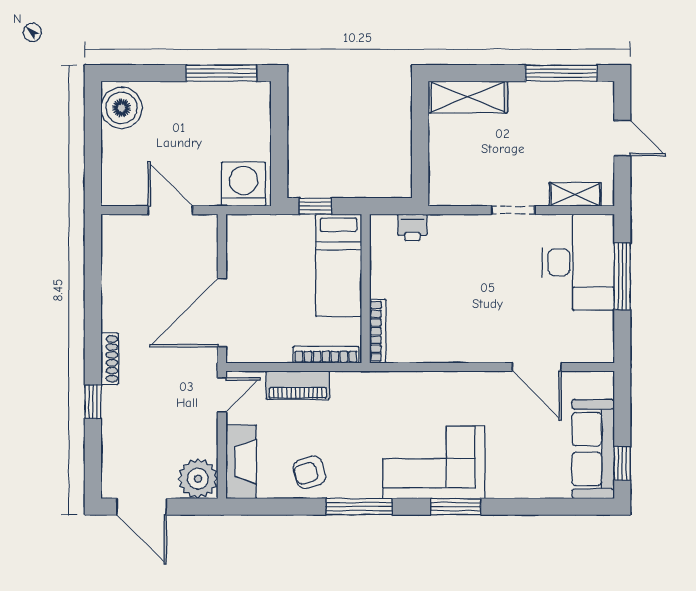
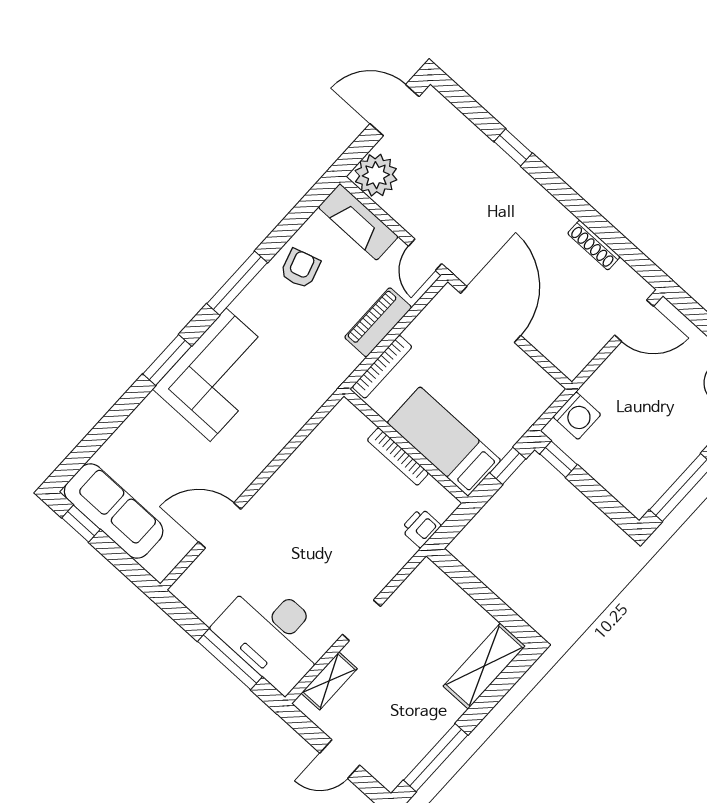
window: (279, 175) -> (558, 459), added
washing machine: (244, 184) -> (577, 416), width x0.73, depth x0.73
door: (170, 210) -> (634, 321), moved
bookcase: (378, 331) -> (398, 457), moved
shoe rack: (110, 359) -> (594, 245), moved

